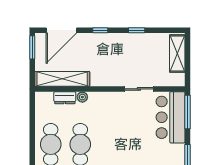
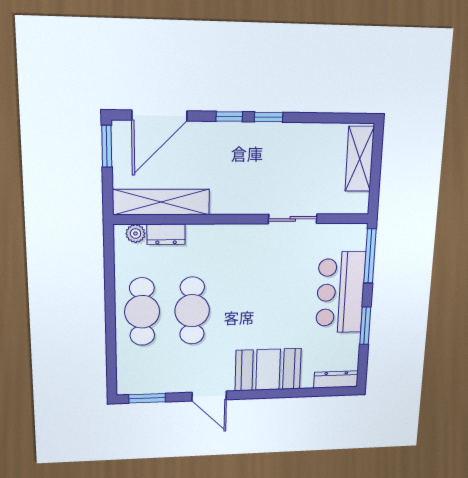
window: (137, 30) -> (269, 117), moved
plant: (82, 97) -> (135, 233), moved
bar counter: (170, 117) -> (341, 292), moved

